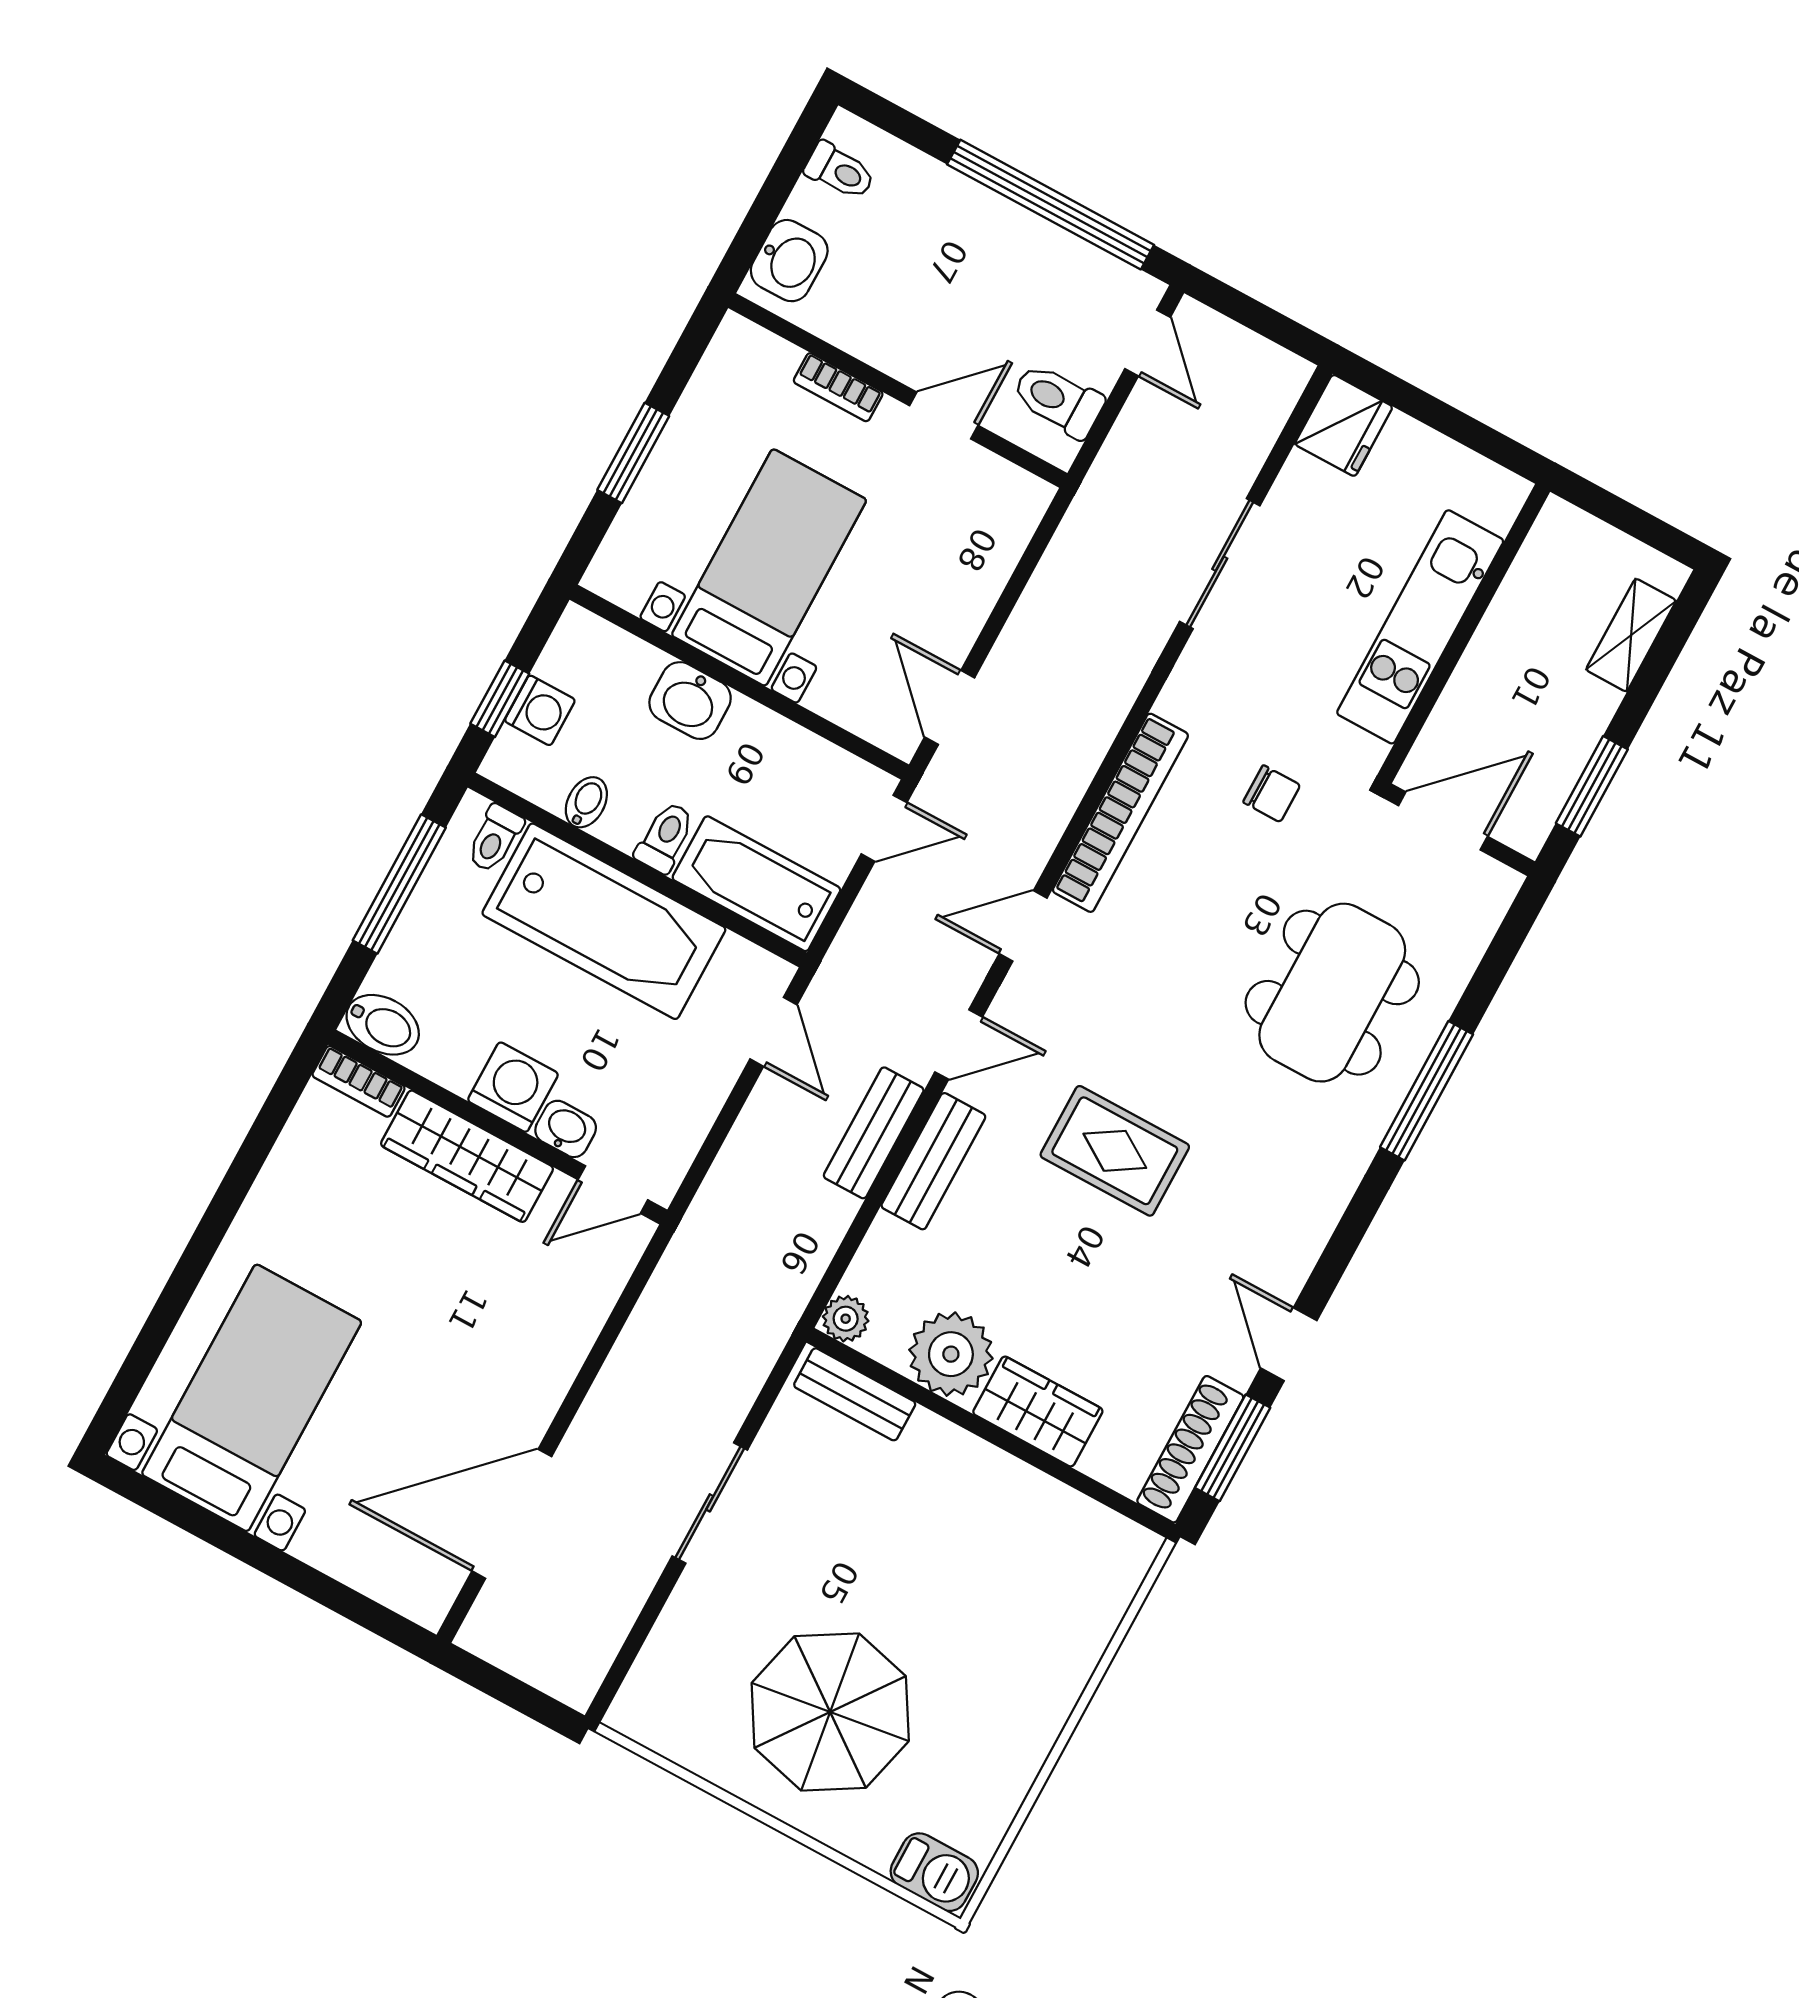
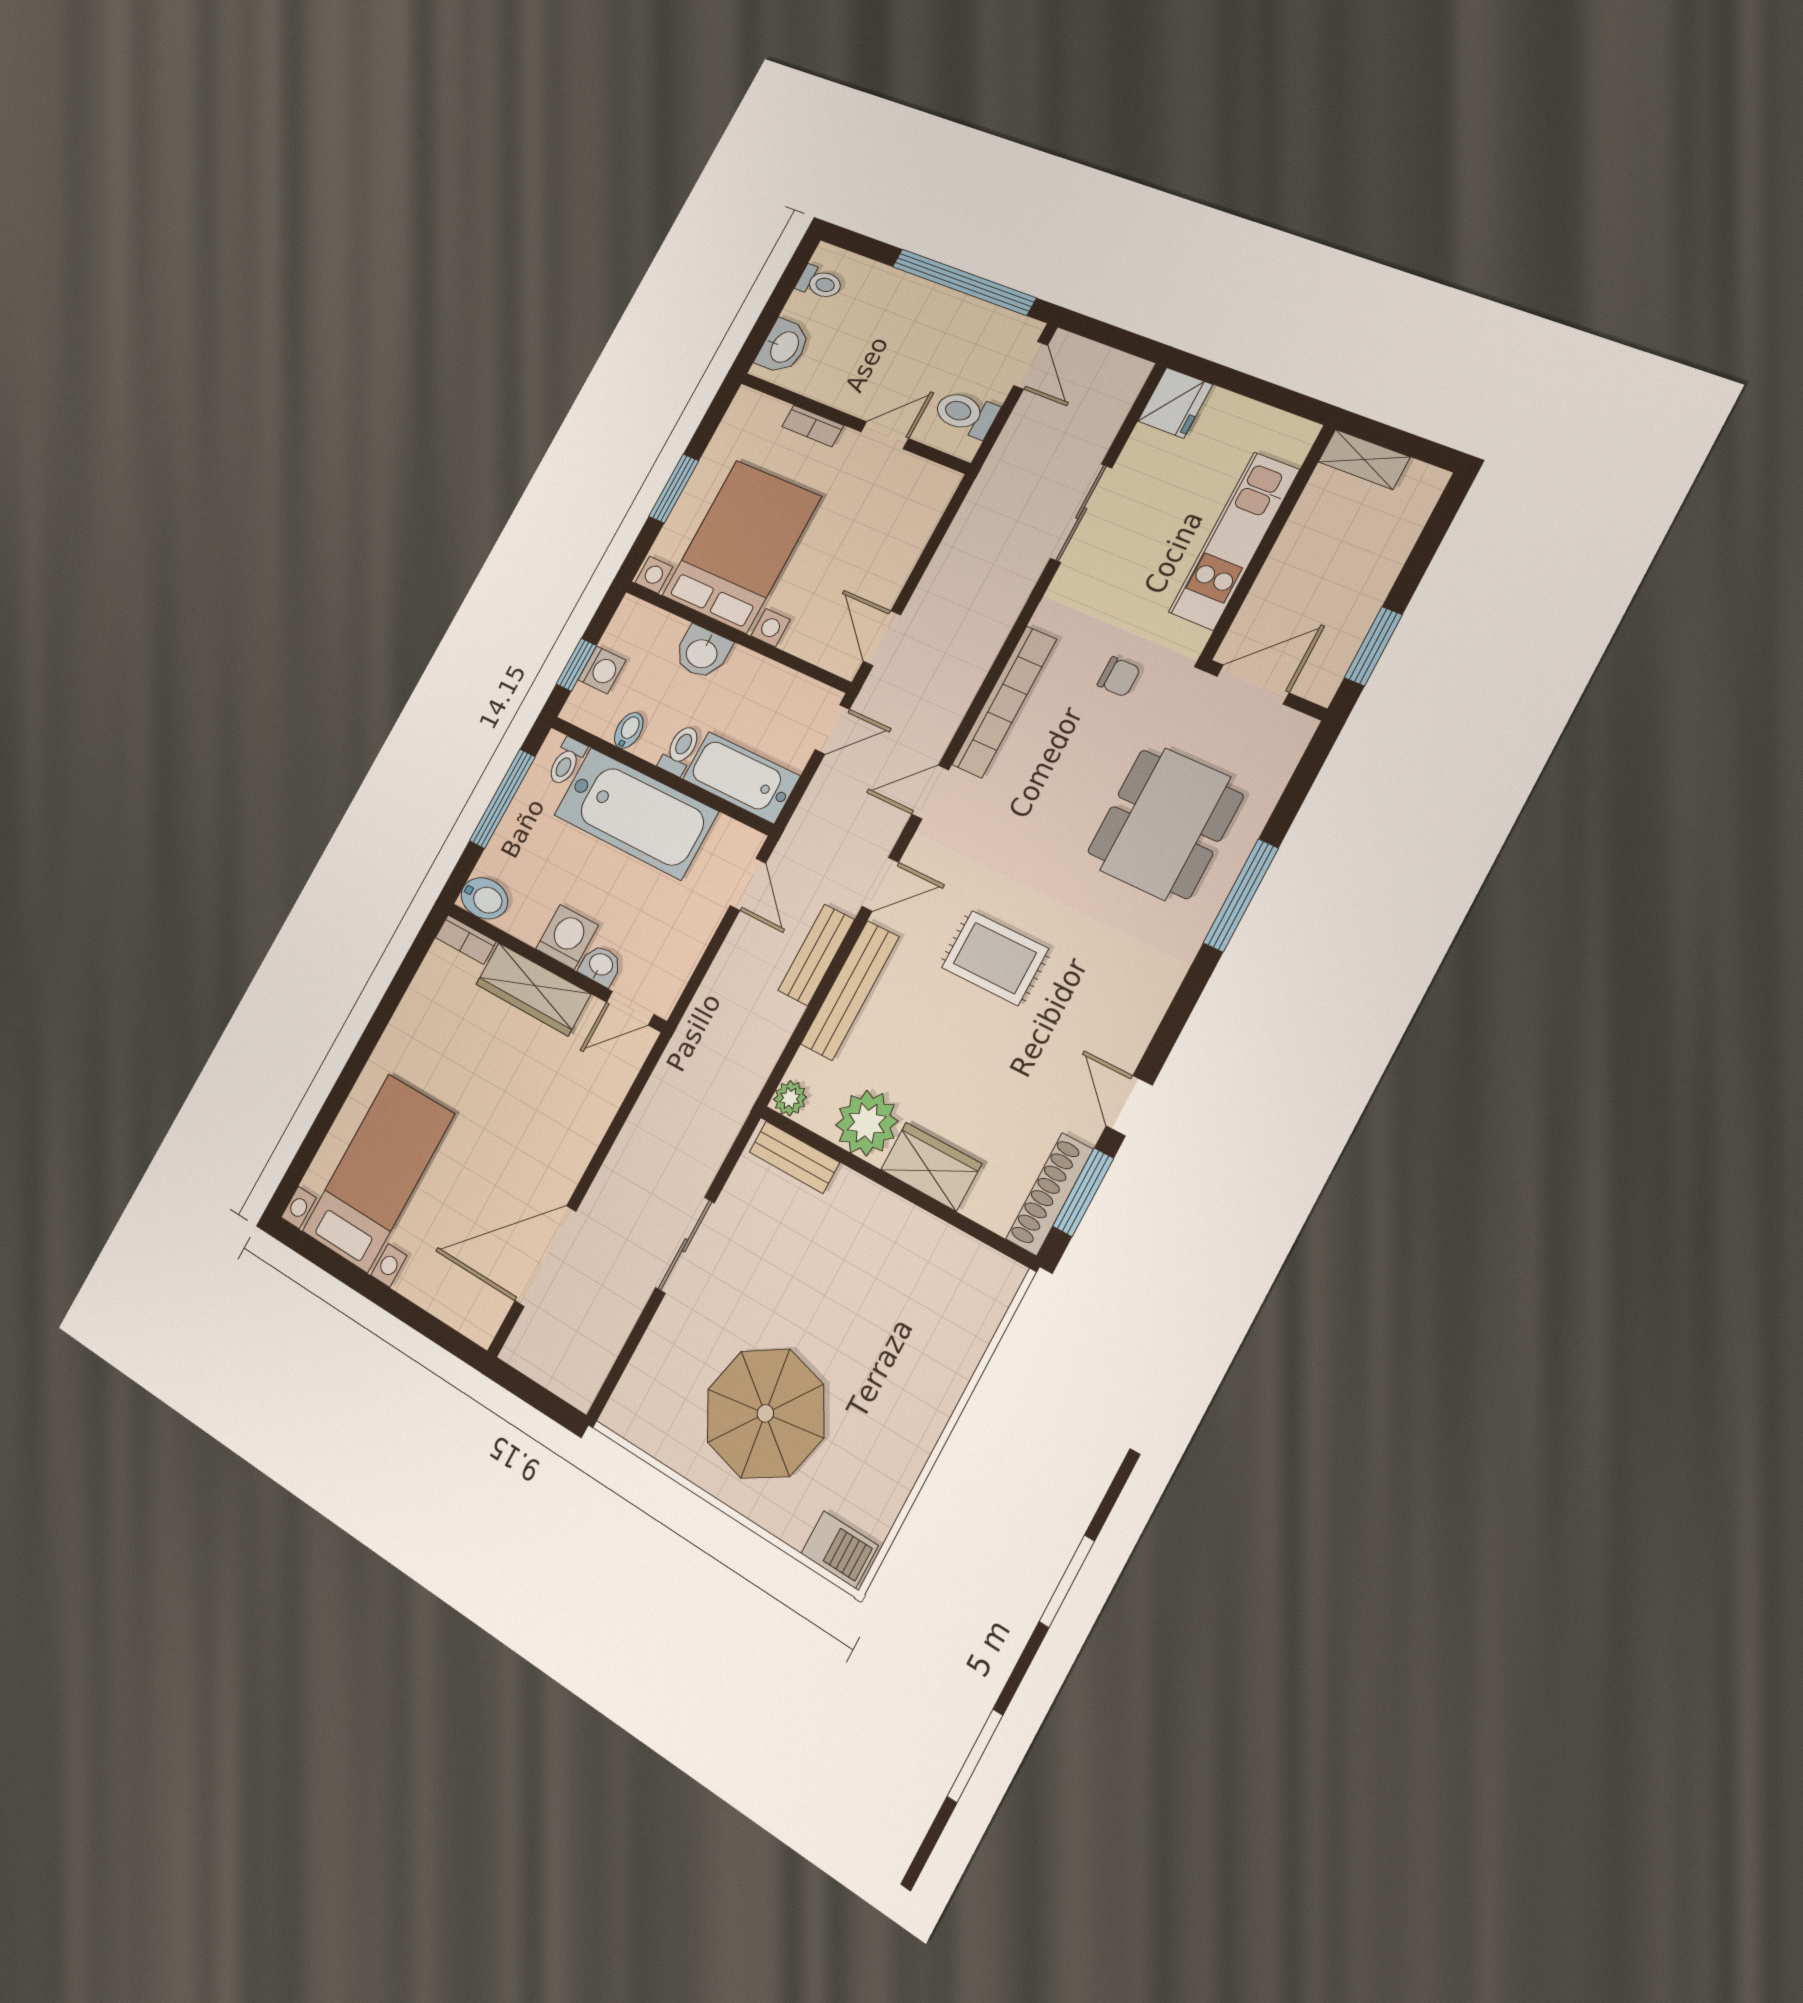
bed with nightstands: (769, 567) -> (741, 546), width x1.36
shelving: (1631, 635) -> (1364, 459), moved, turned 90
bench: (933, 1161) -> (850, 990), width x1.36

